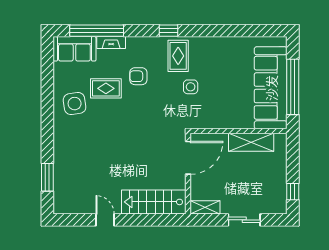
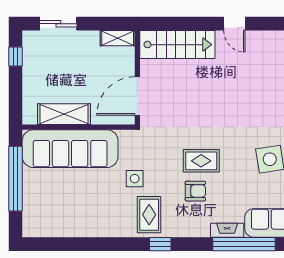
rug: (106, 88) -> (201, 161), moved
sofa: (271, 88) -> (70, 149), moved, turned 90
sliding door: (244, 220) -> (58, 24), moved

